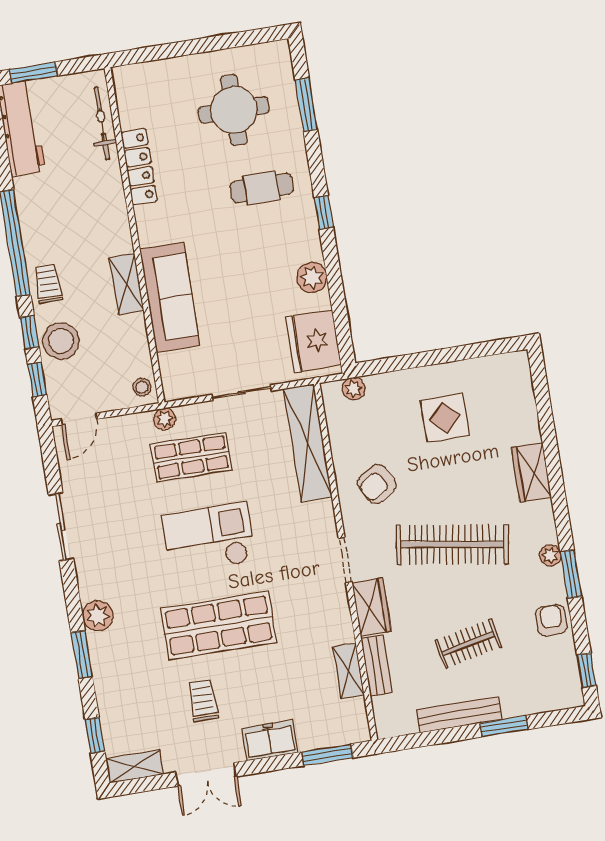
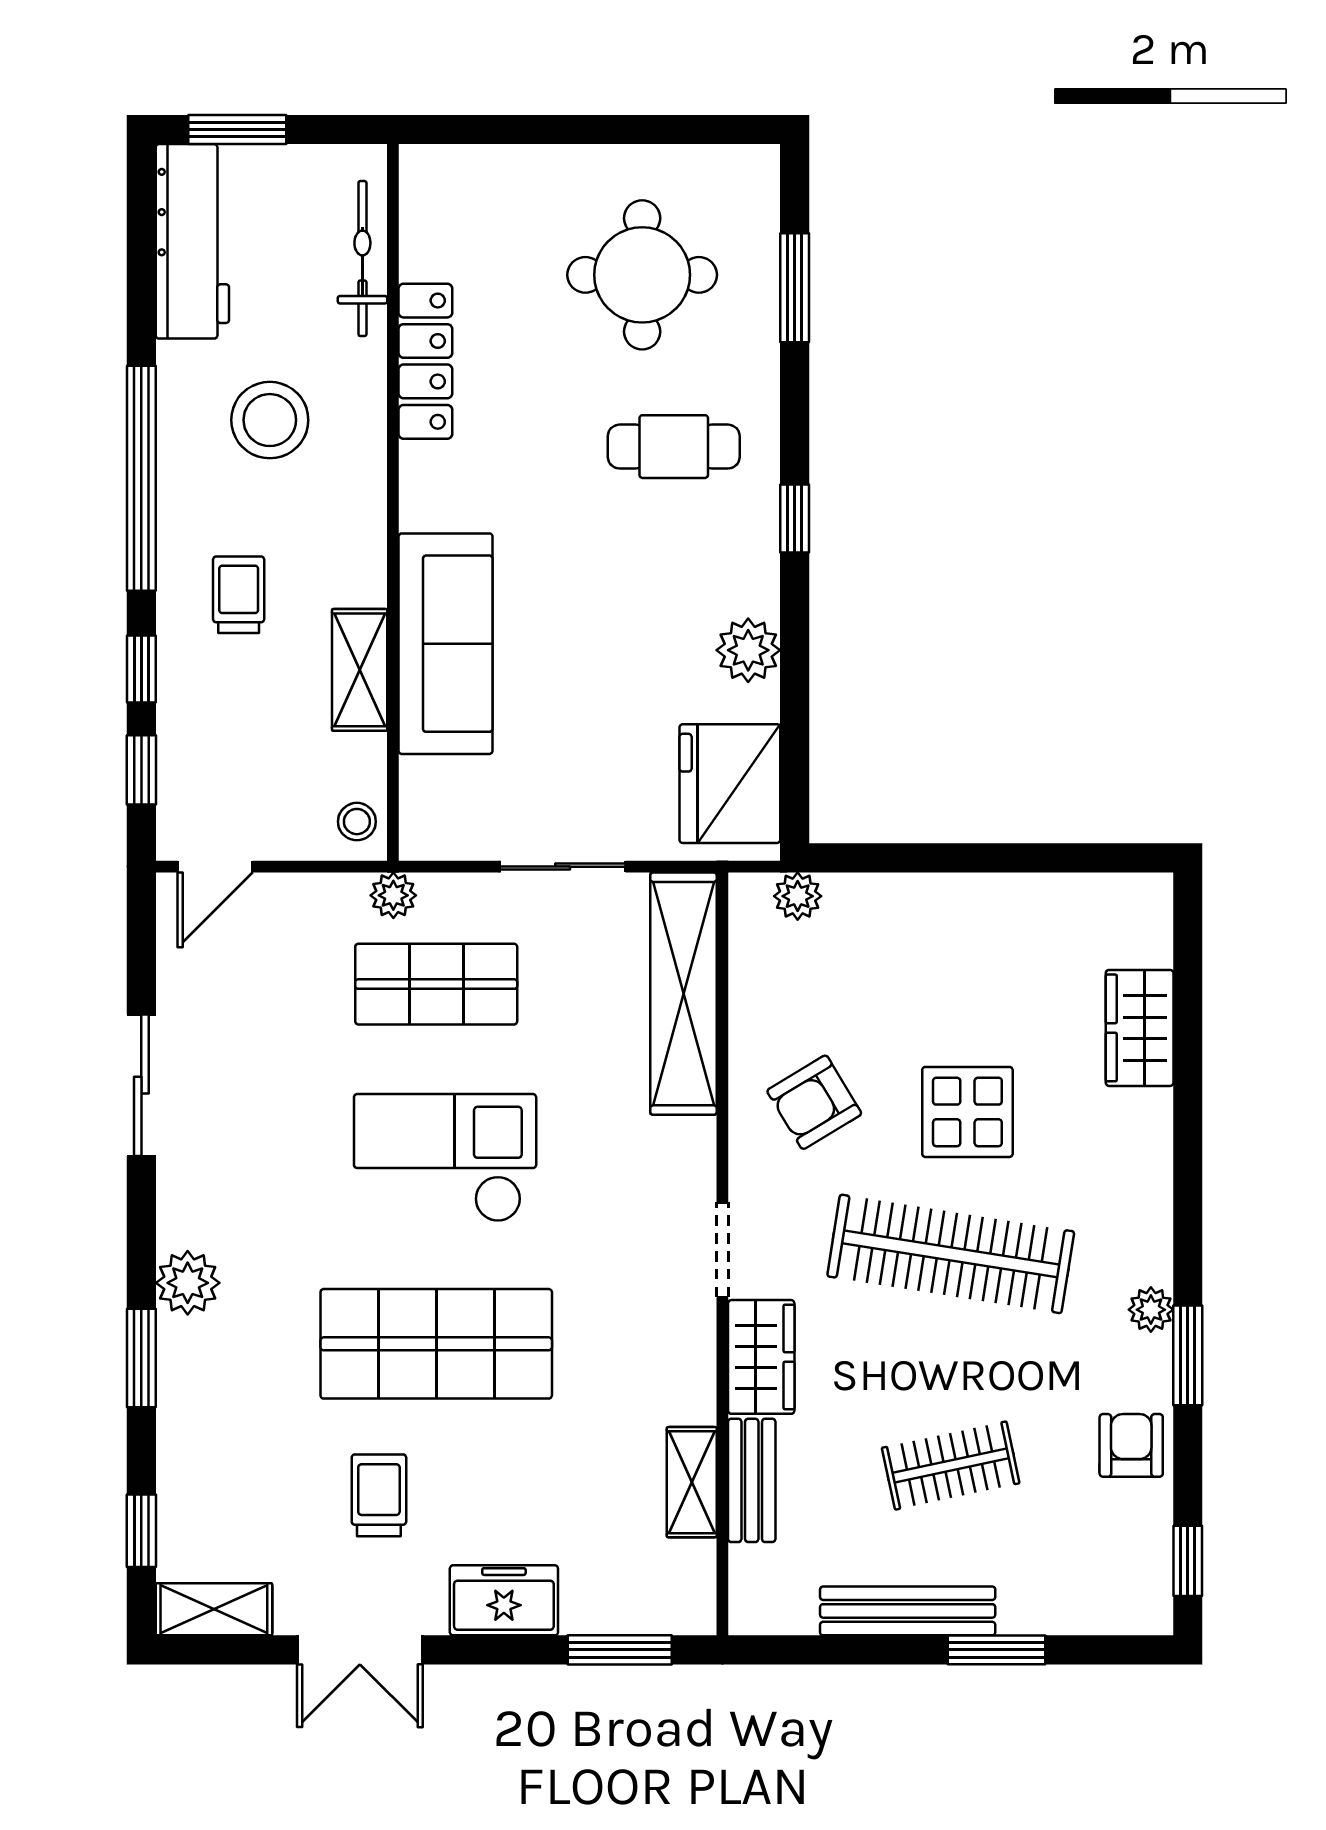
trolley: (48, 284) -> (239, 595), moved
shelving: (126, 284) -> (360, 670), moved
stool: (61, 341) -> (270, 420), moved
display table: (445, 418) -> (967, 1112), moved
wardrobe: (531, 473) -> (1140, 1028), moved

